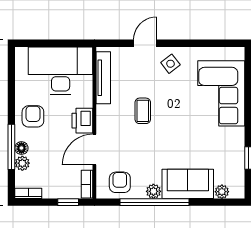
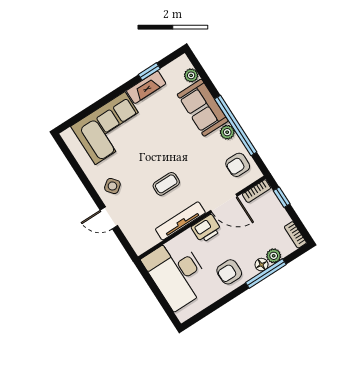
tv unit: (103, 78) -> (180, 221), moved
fireplace: (236, 147) -> (146, 87), added

